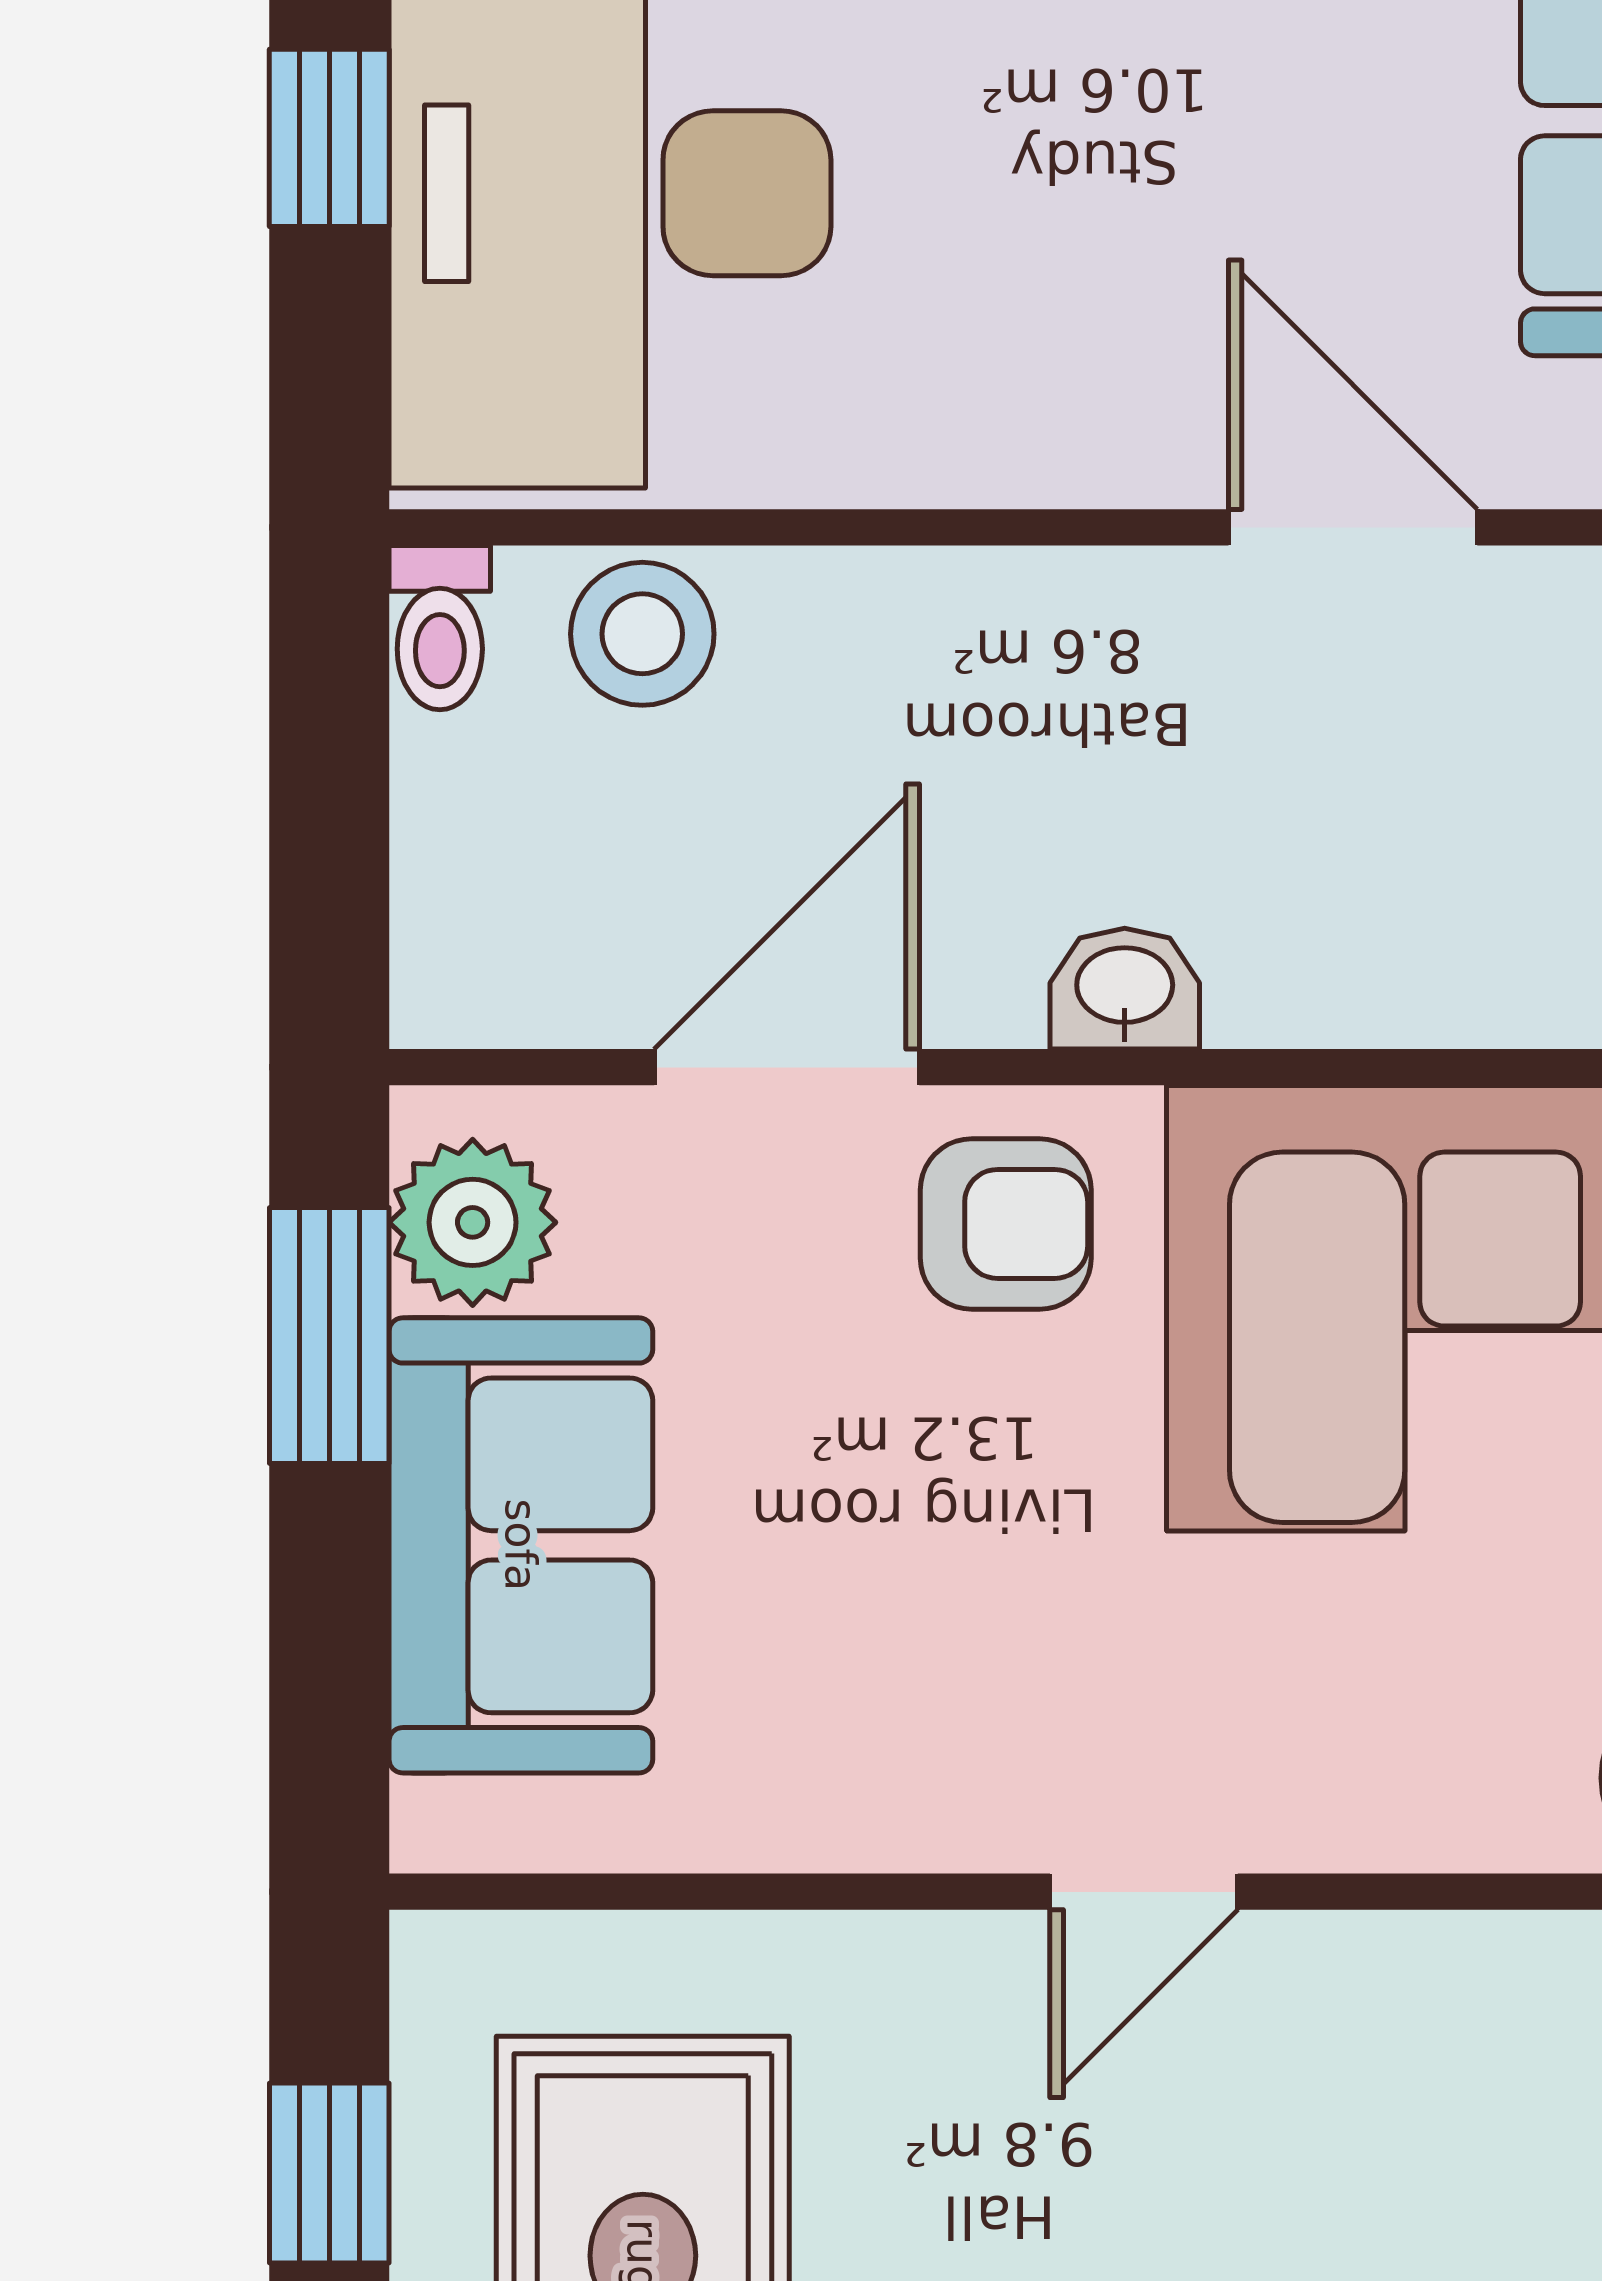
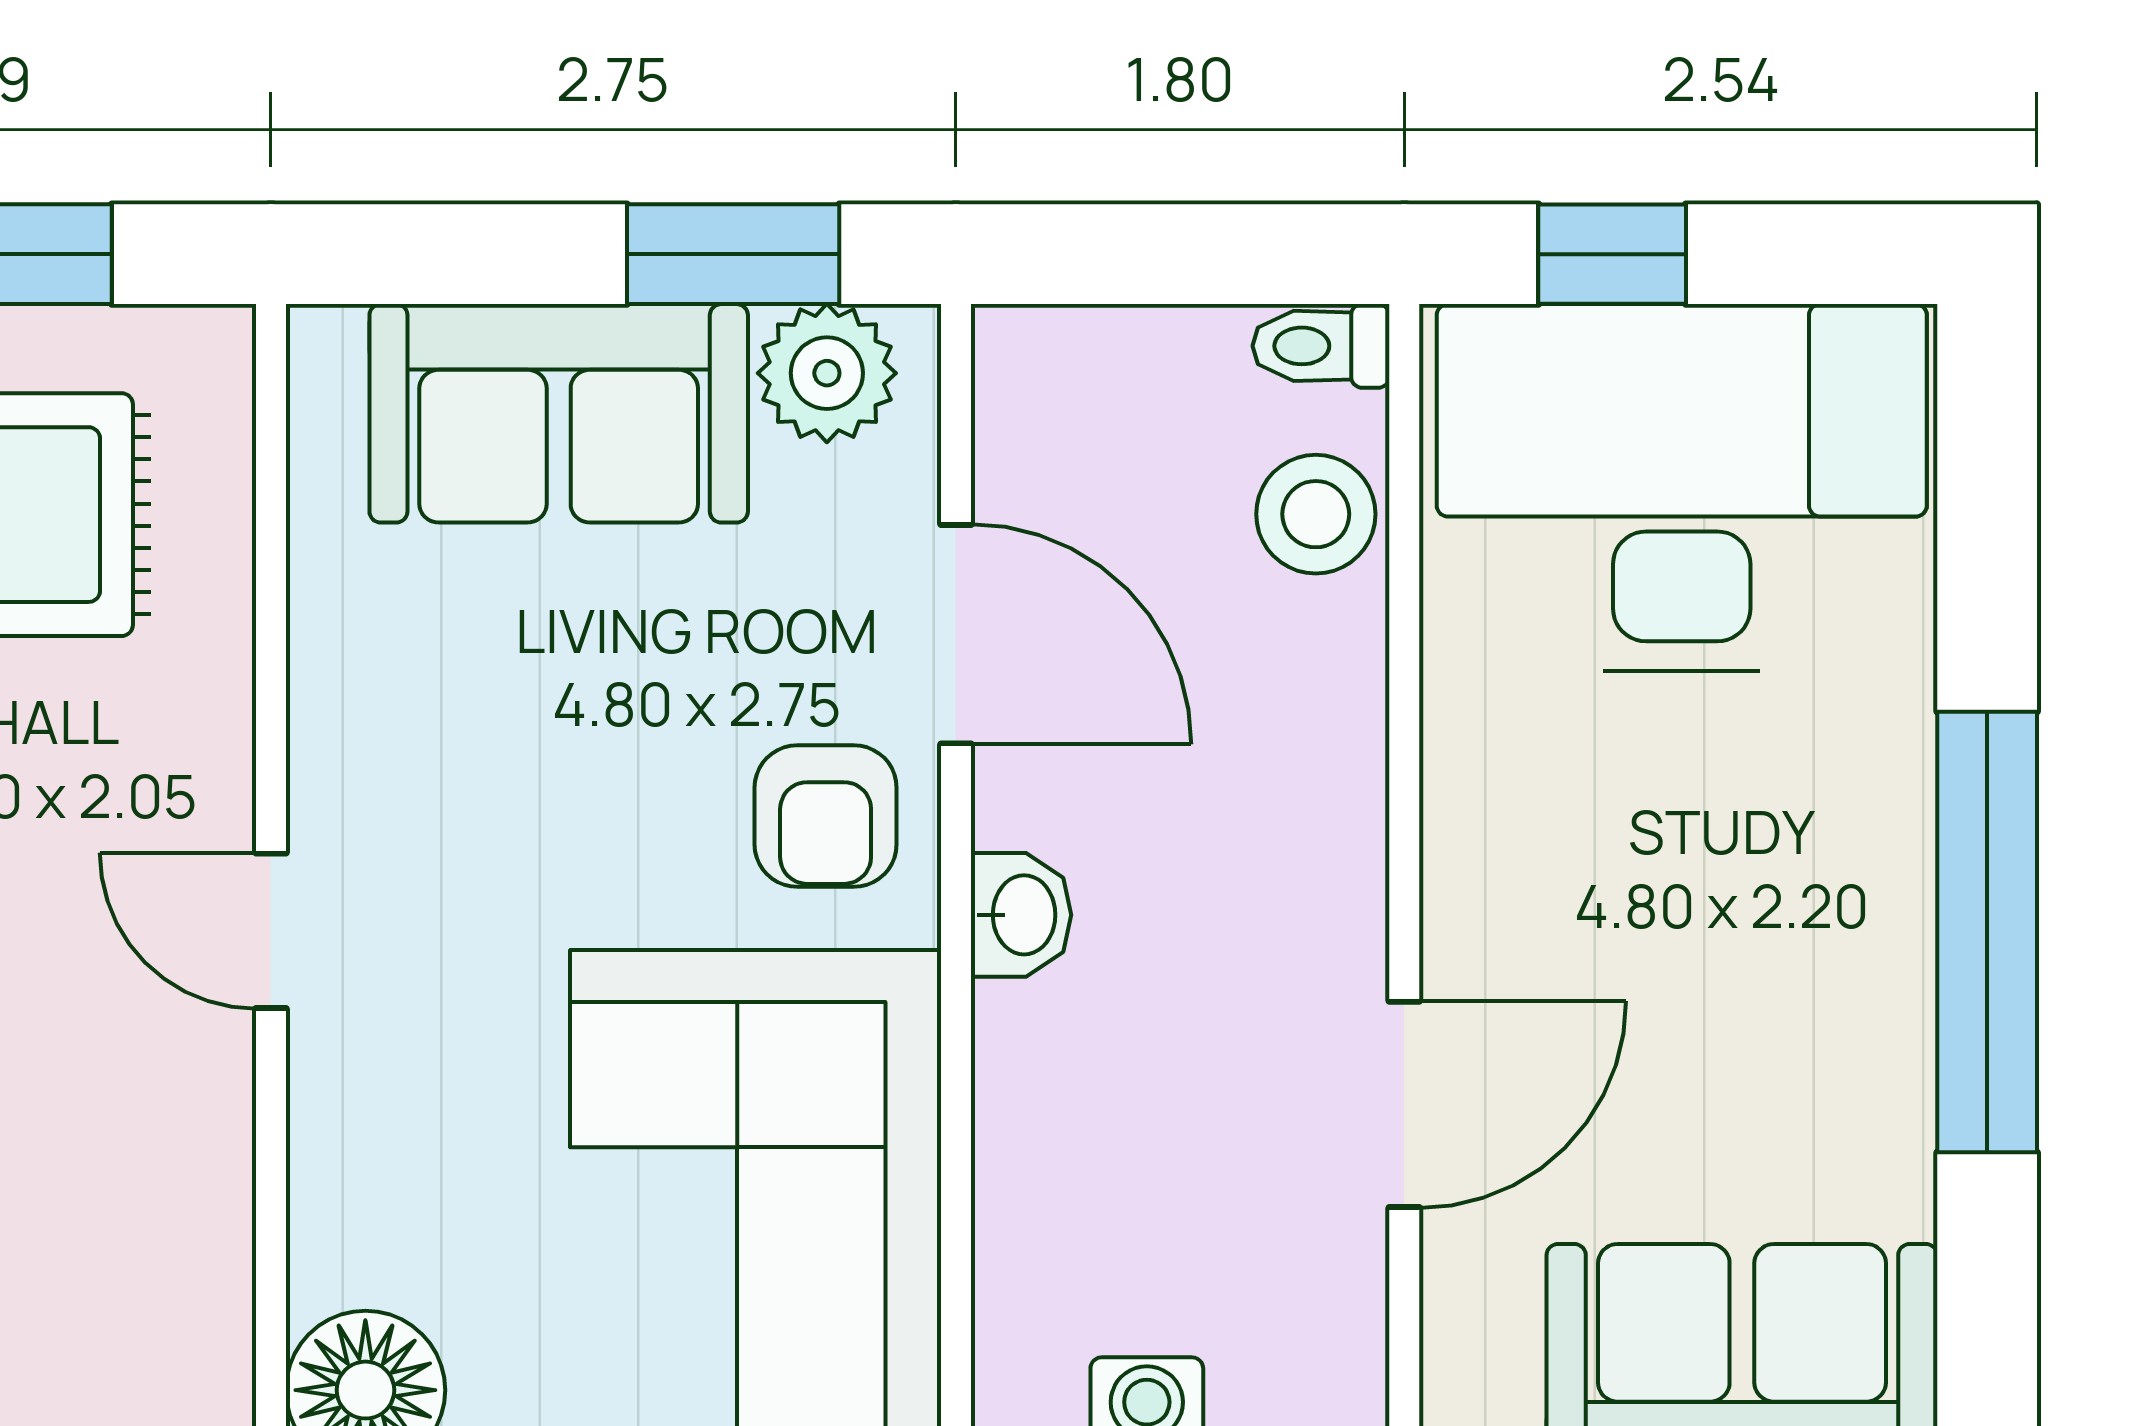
window: (329, 138) -> (1612, 254), moved

